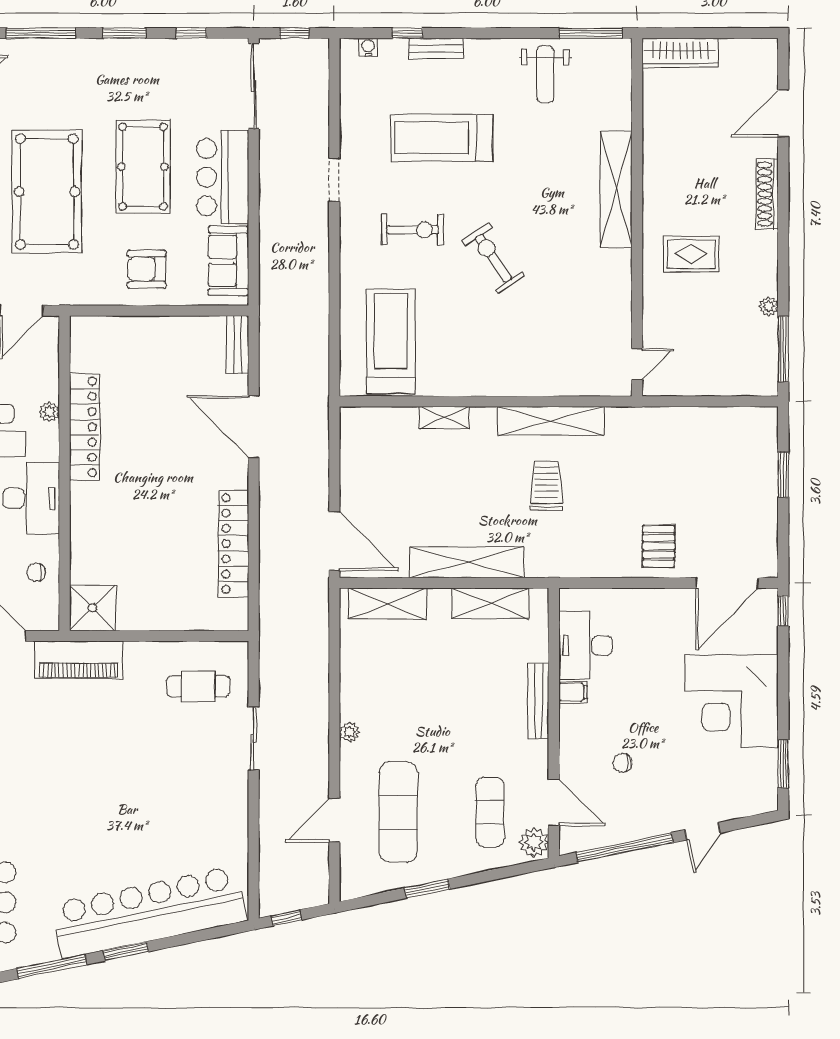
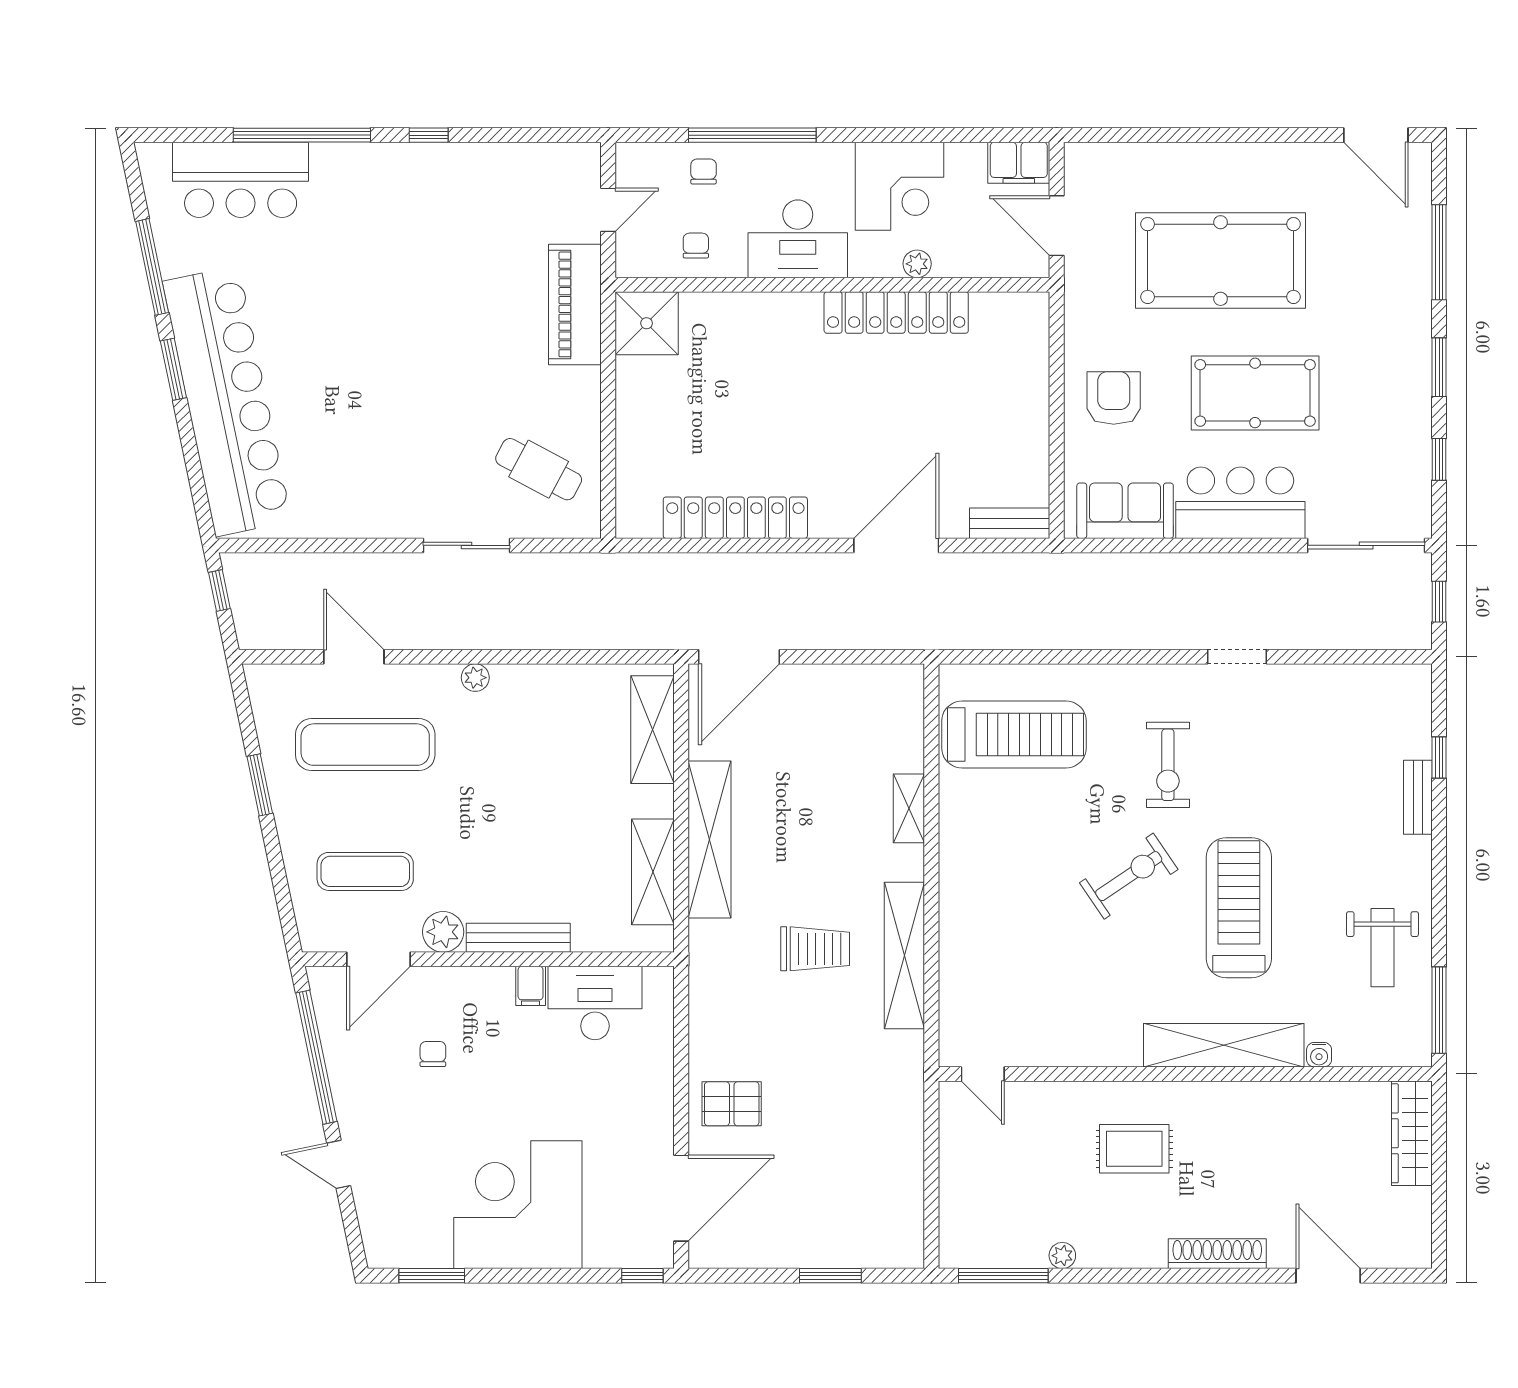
water cooler: (368, 47) -> (1319, 1055), moved, turned 90
weight bench: (545, 74) -> (1382, 948), turned -90
treadmill: (442, 138) -> (1239, 908), moved
rug: (691, 254) -> (1134, 1149), turned 90
door: (727, 583) -> (681, 1198), swing flipped
cafe table: (198, 686) -> (539, 469), turned -62
plant: (534, 842) -> (443, 932), moved

